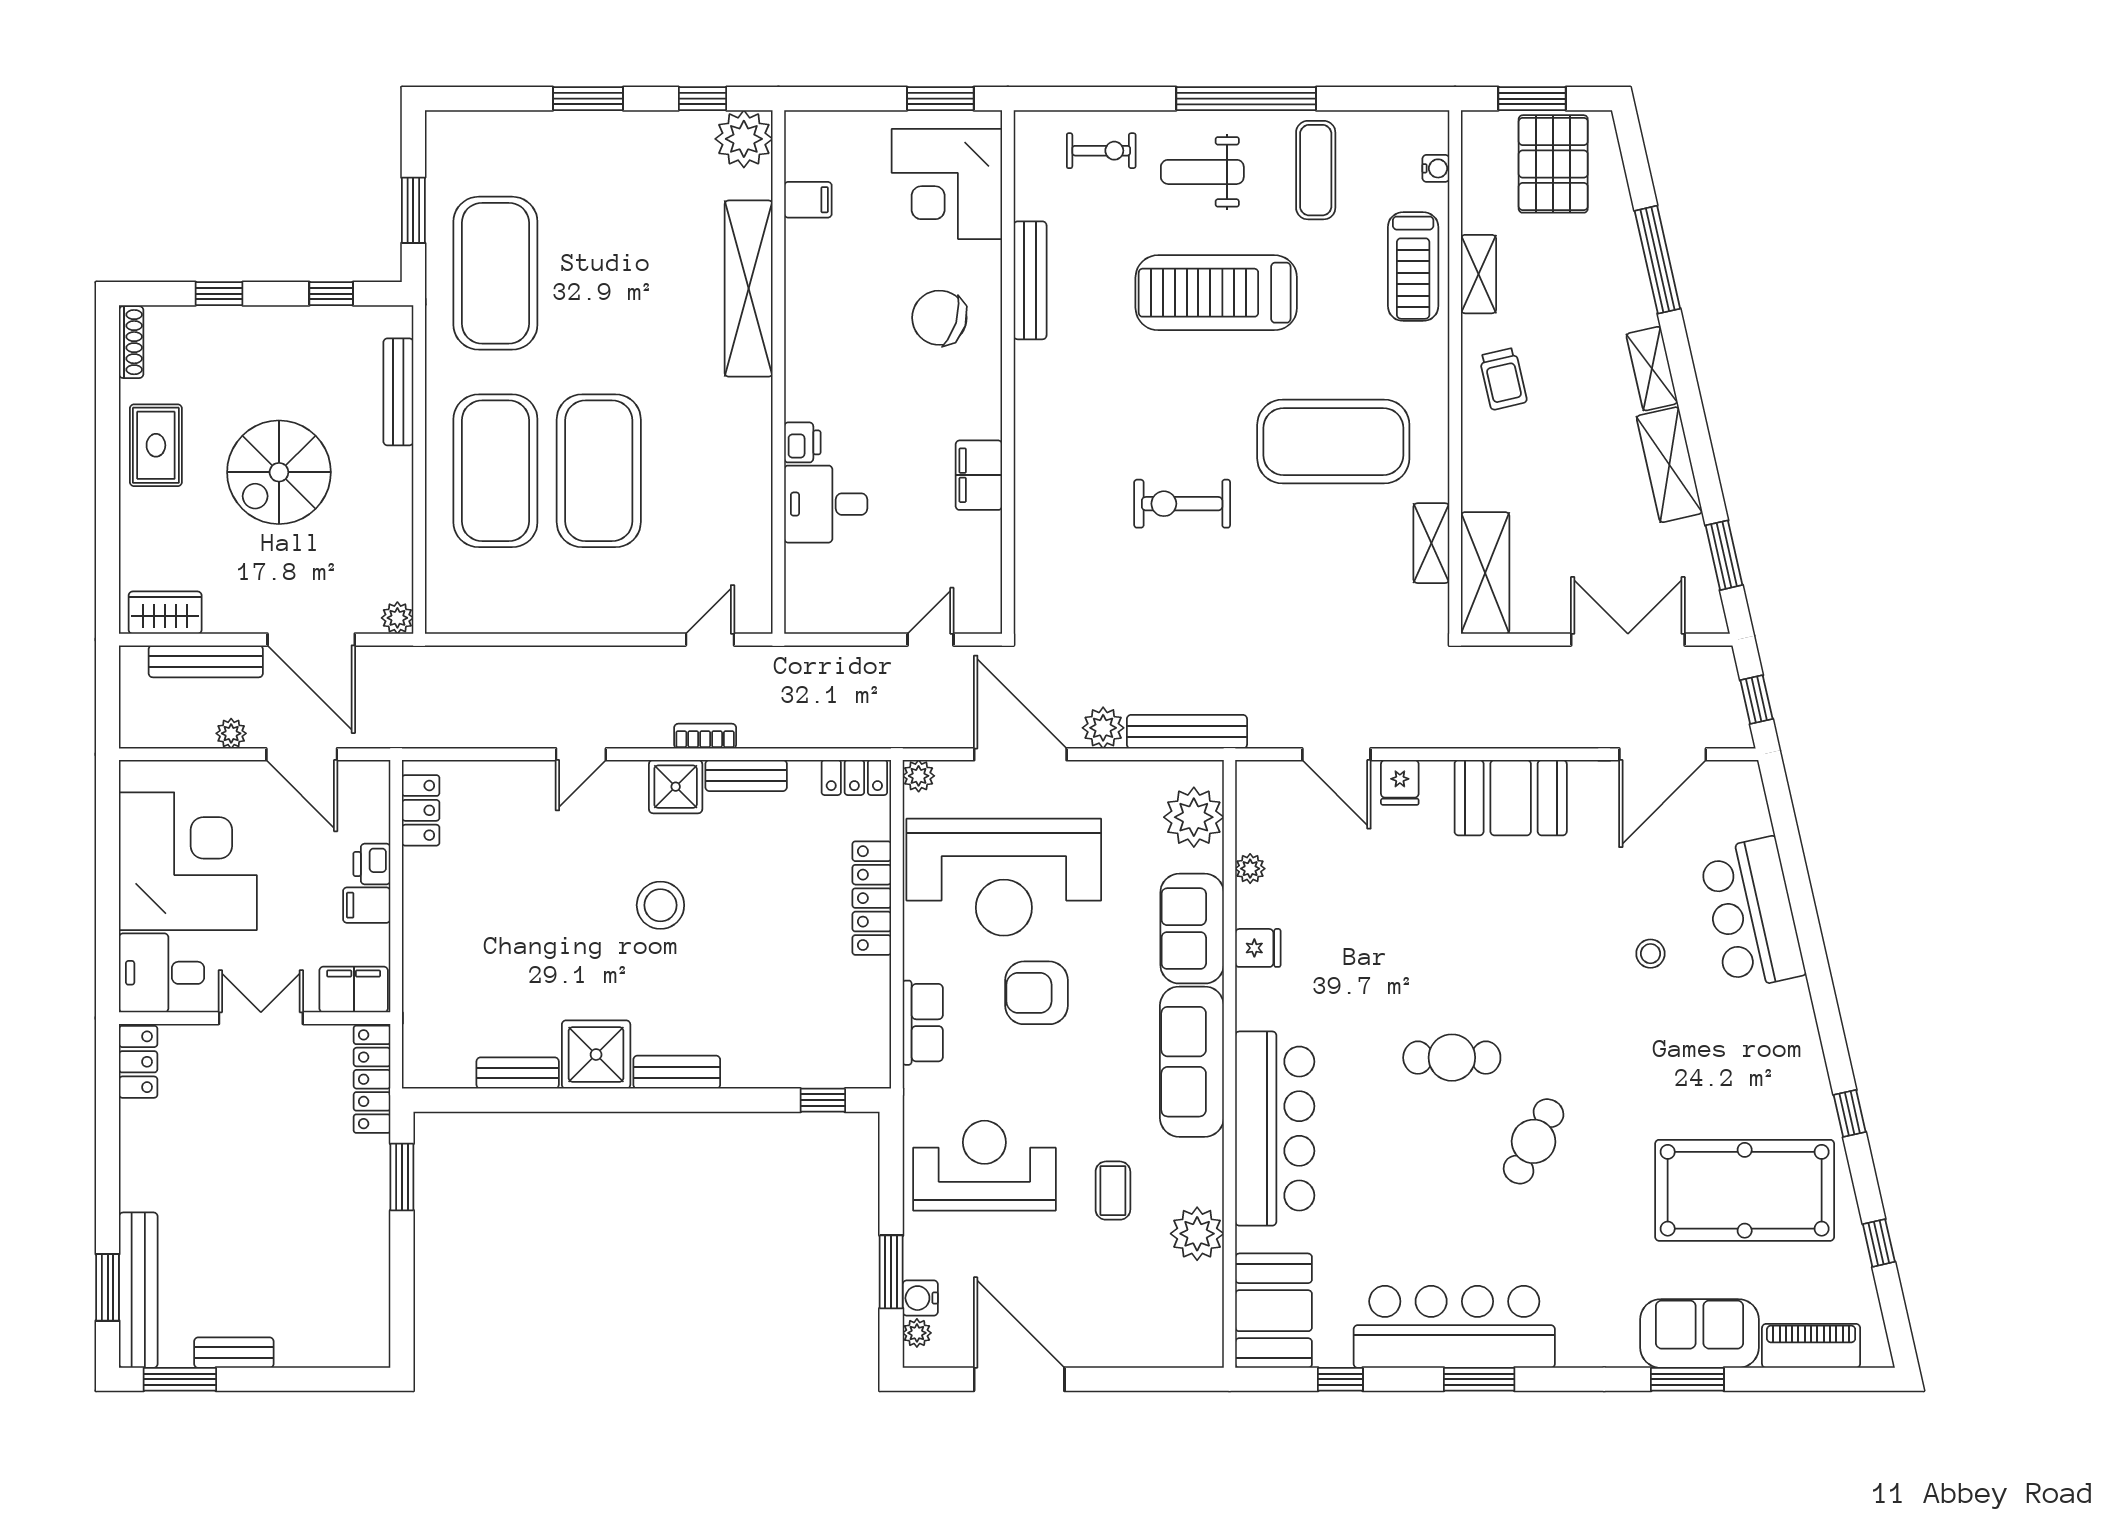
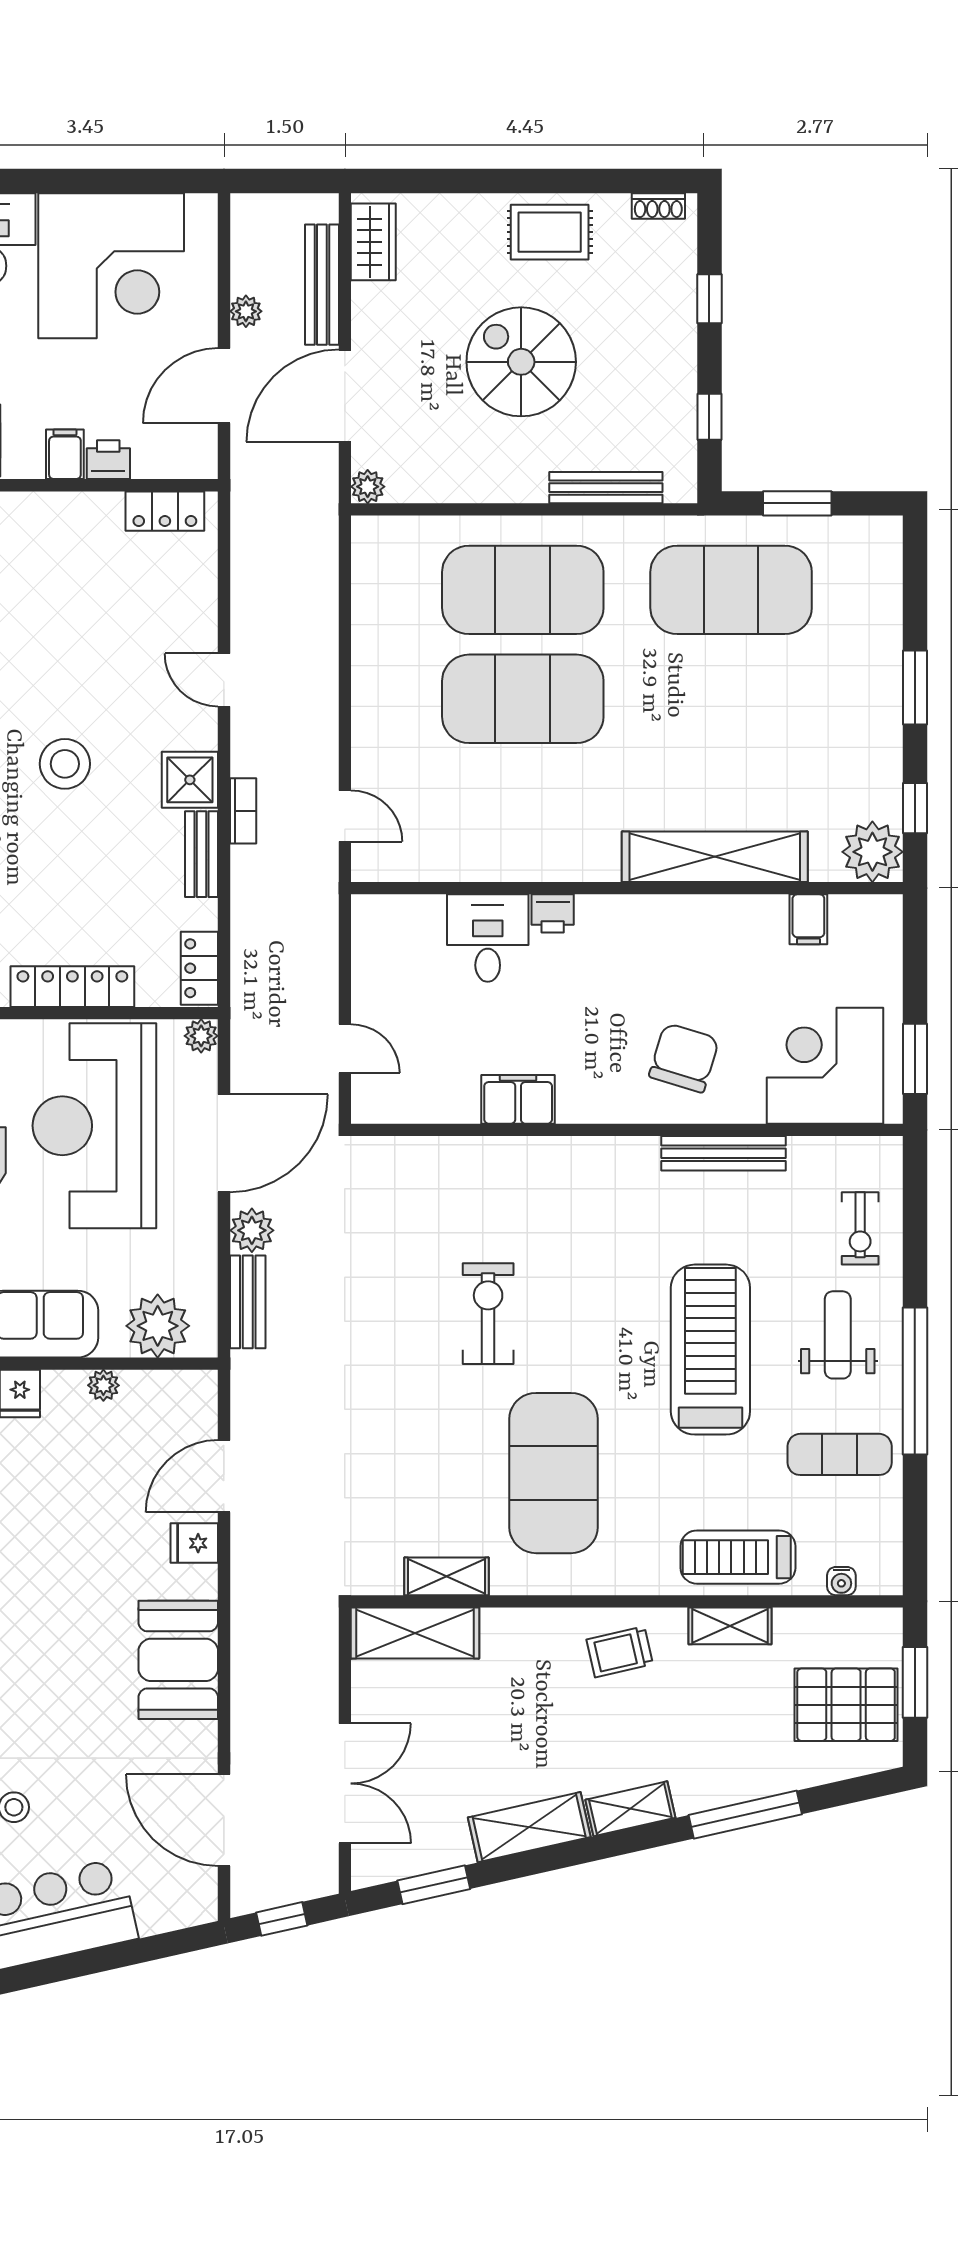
shoe rack: (131, 342) -> (658, 206), width x0.70
bench: (1187, 732) -> (248, 1302), width x0.73

